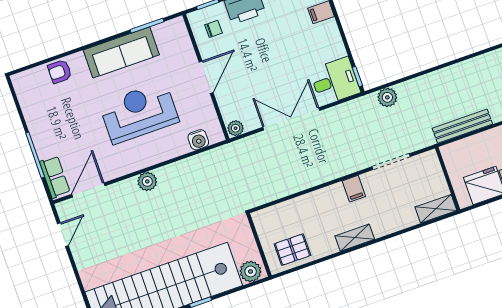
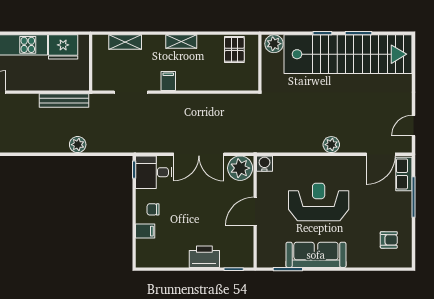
chair: (214, 29) -> (153, 209), moved
armchair: (60, 72) -> (389, 240), moved
plant: (387, 97) -> (78, 145), moved
reception desk: (139, 112) -> (319, 202), turned 180
plant: (236, 128) -> (240, 168), width x1.87, depth x1.87
water cooler: (198, 140) -> (264, 164), moved
shelving: (436, 209) -> (125, 42), moved
pallet: (292, 250) -> (234, 49), turned 90

